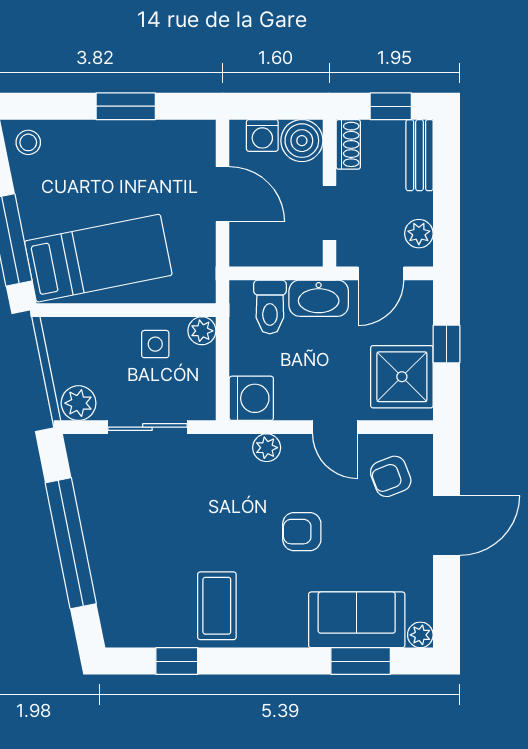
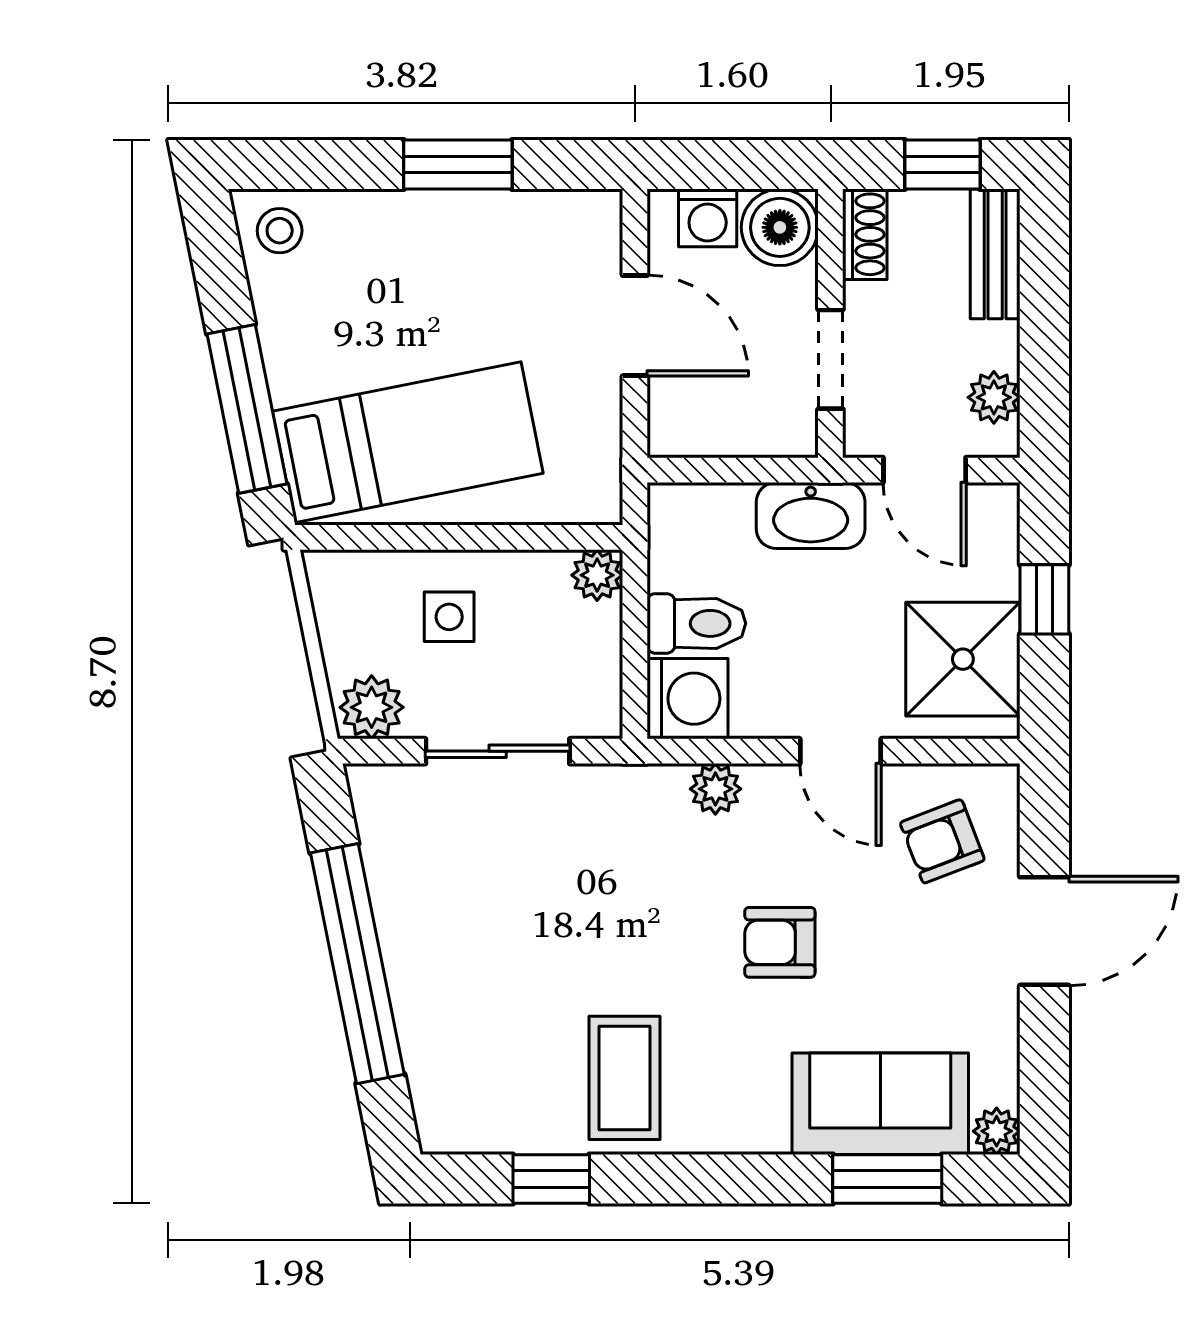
door: (381, 273) -> (925, 470), hinge flipped
toilet: (270, 307) -> (696, 623), moved, turned -90
side table: (155, 344) -> (449, 617), moved

